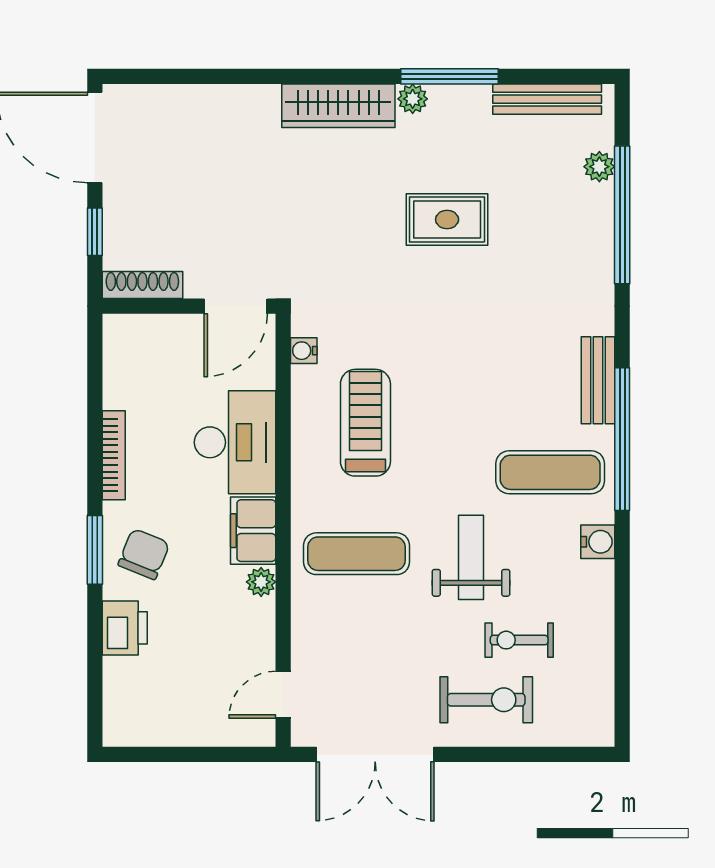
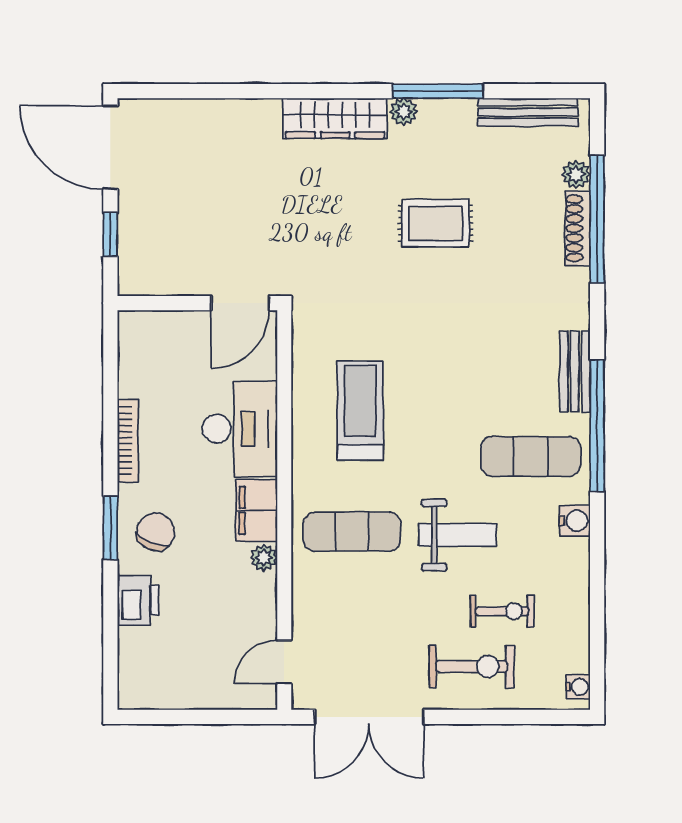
shoe rack: (142, 285) -> (578, 228), moved, turned -90
water cooler: (304, 351) -> (578, 687), moved, turned 180
weight bench: (471, 557) -> (458, 535), turned 90
exercise bike: (519, 640) -> (502, 611), turned 180

